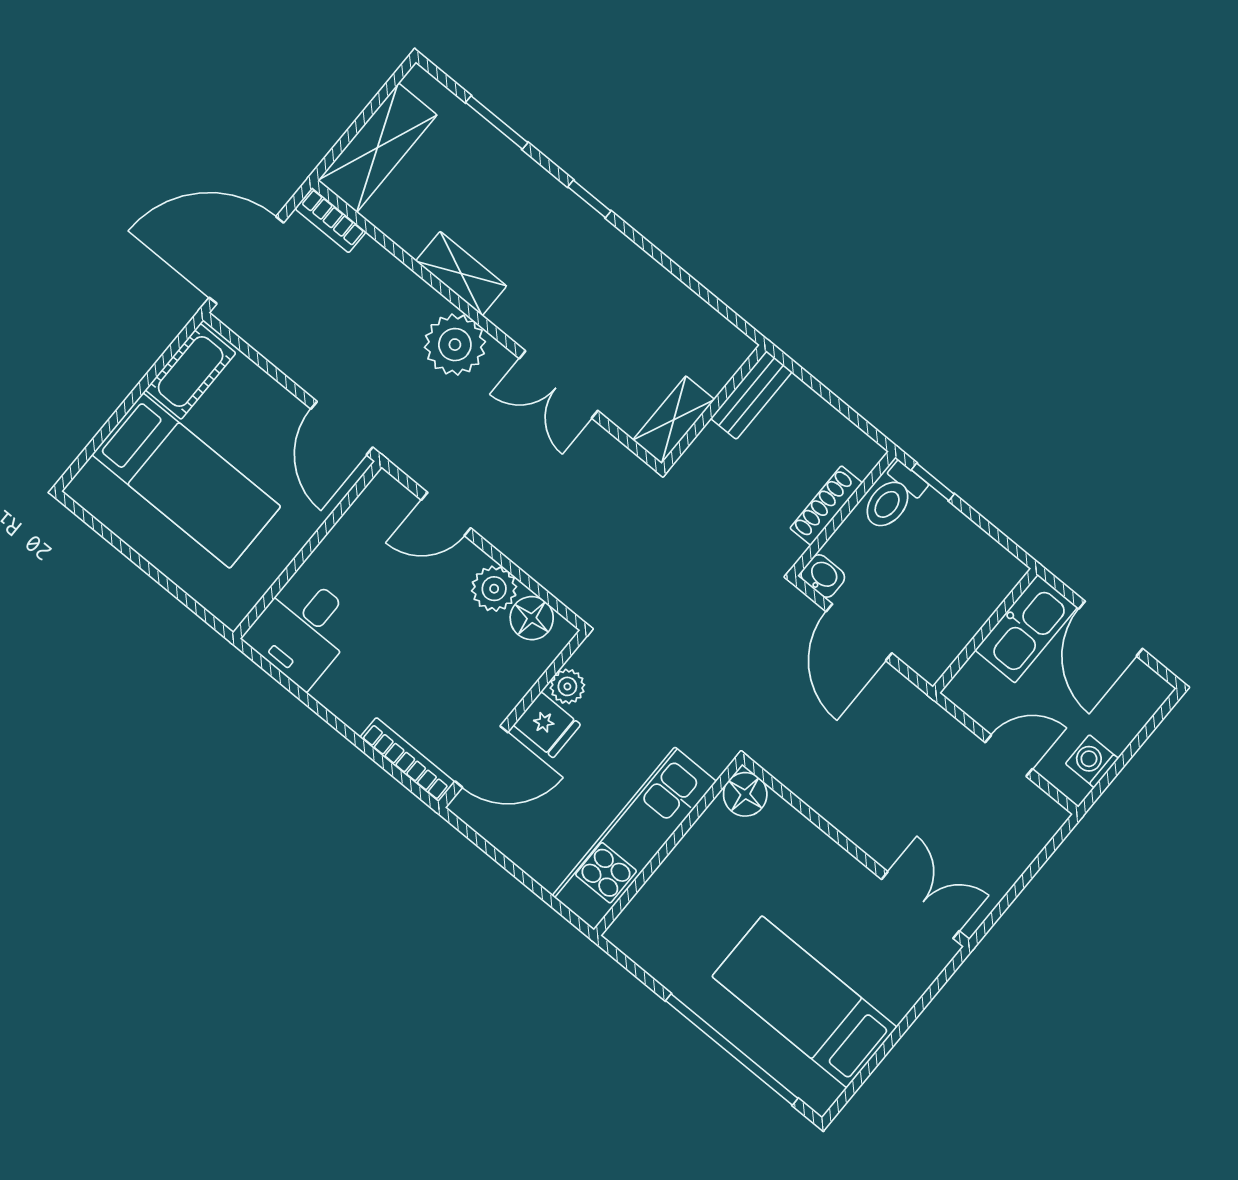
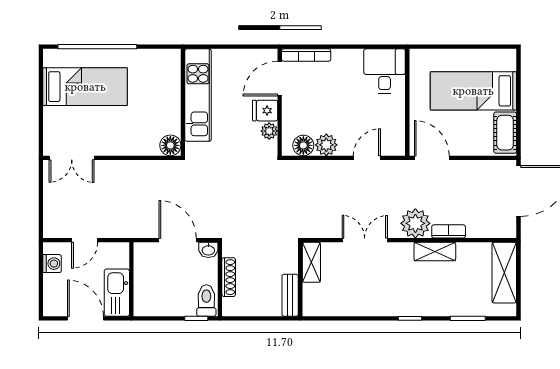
bookcase: (331, 220) -> (449, 231), moved

